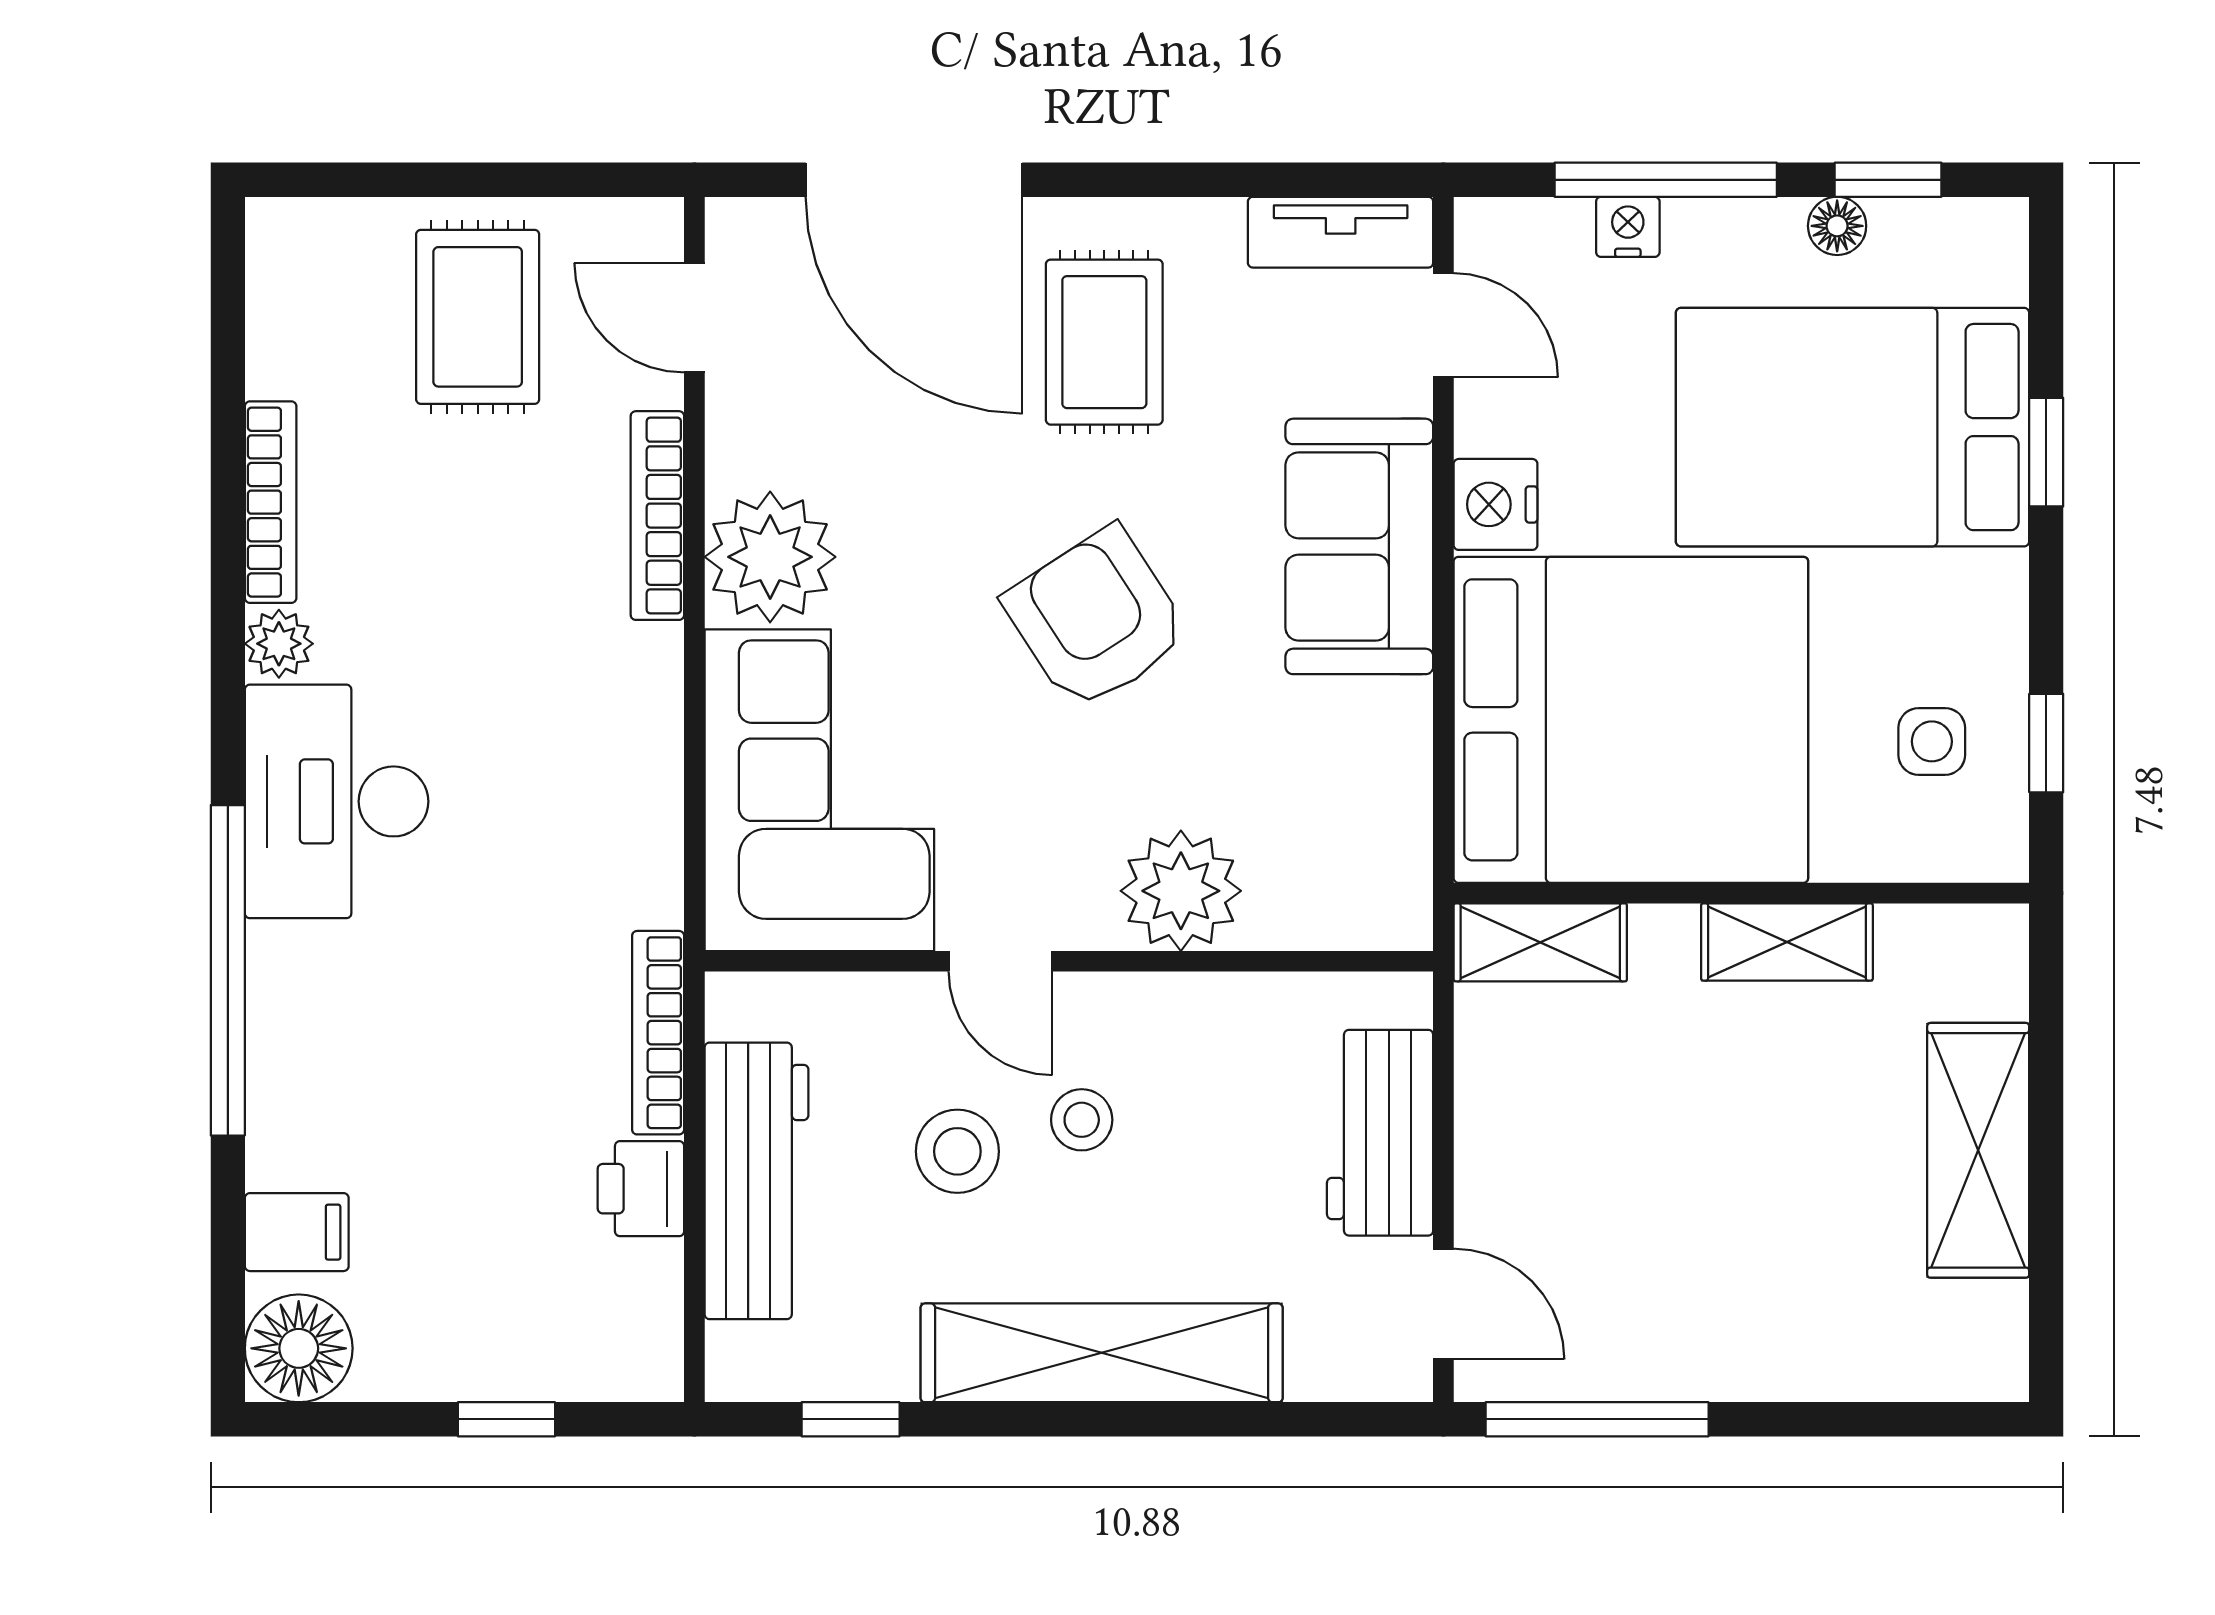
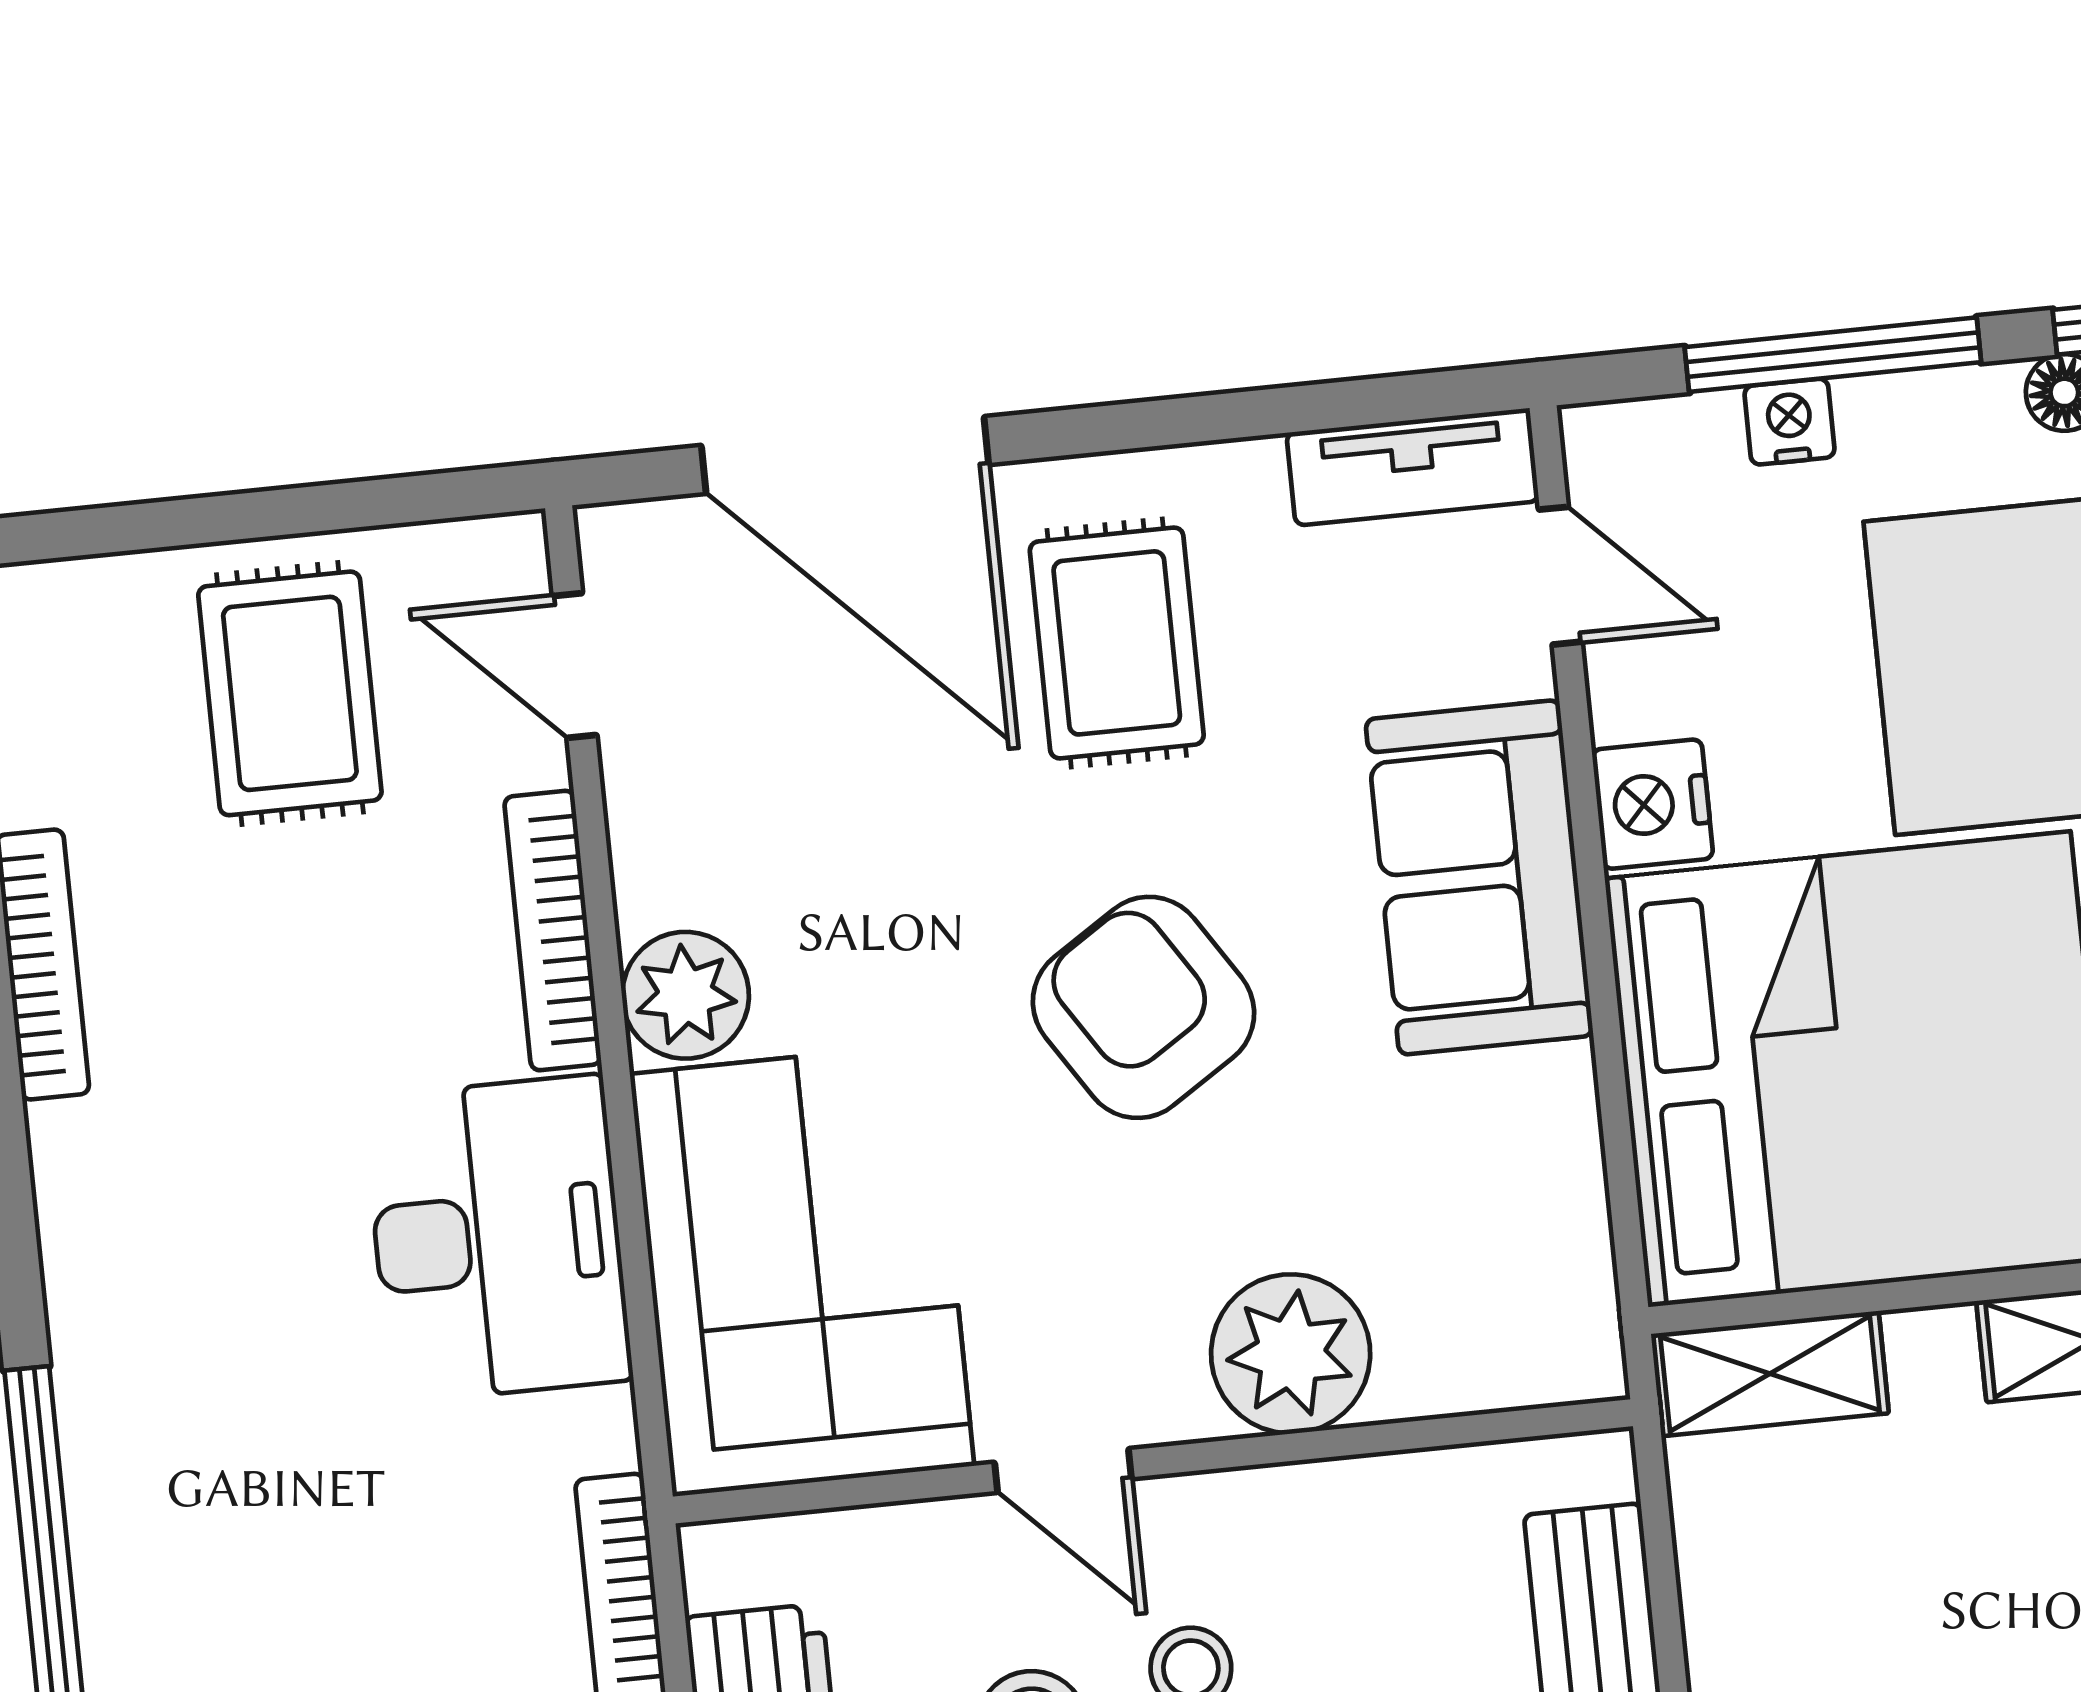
plant: (770, 557) -> (686, 995), width x0.73, depth x0.73
plant: (279, 644) -> (72, 1150), removed
desk: (337, 801) -> (498, 1239), moved, turned 180

